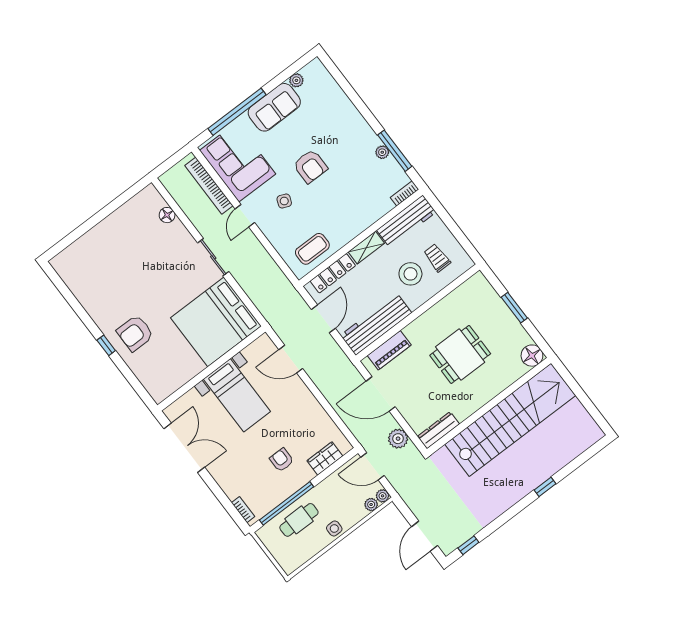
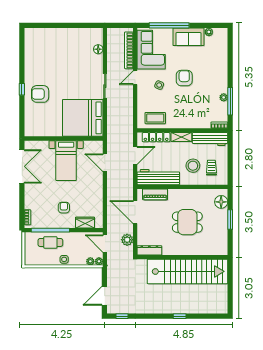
armchair: (310, 166) -> (184, 78), turned 180
floor lamp: (532, 356) -> (221, 202), moved

